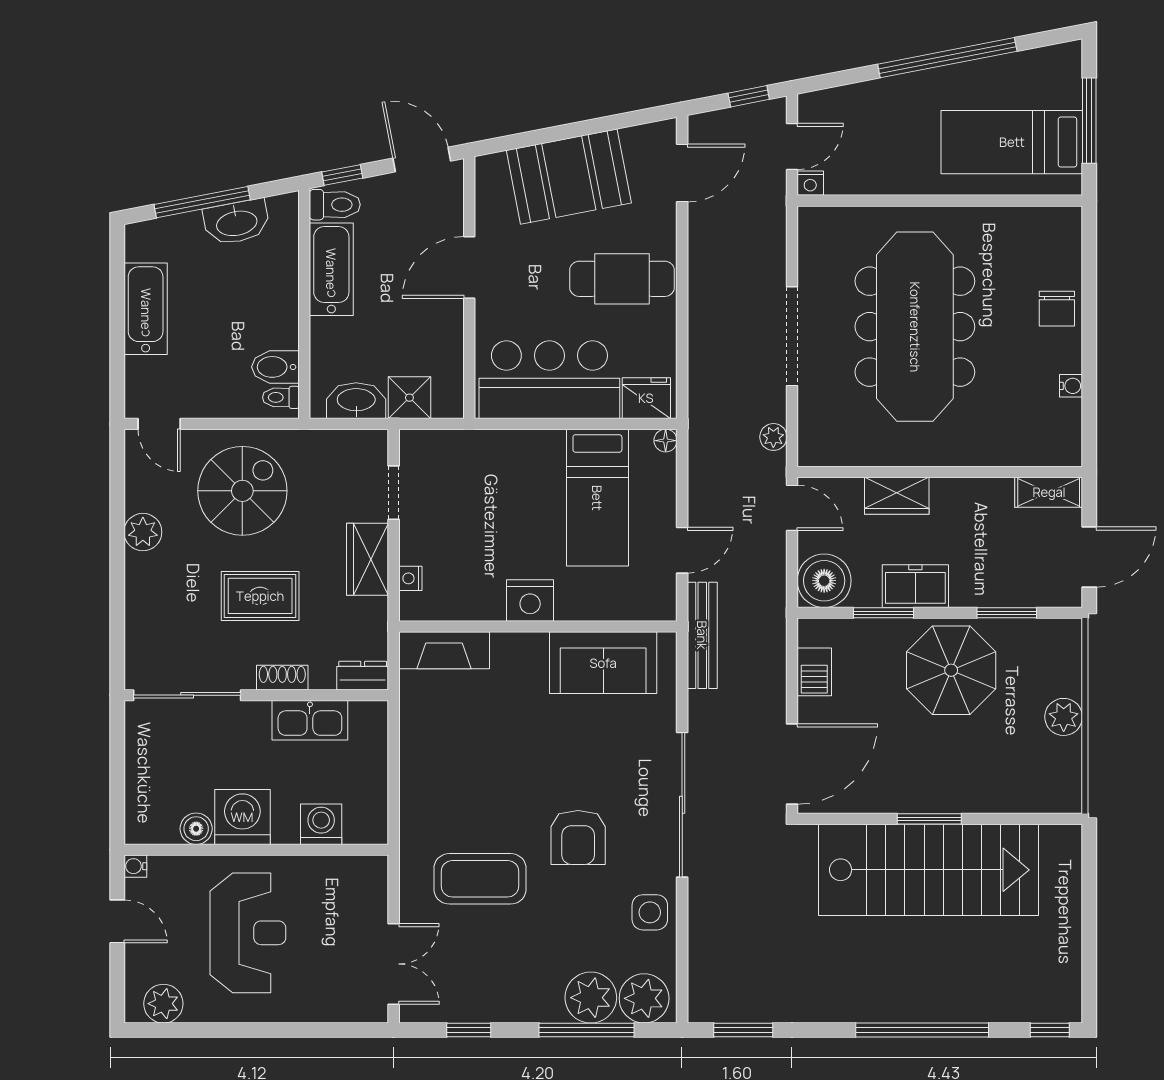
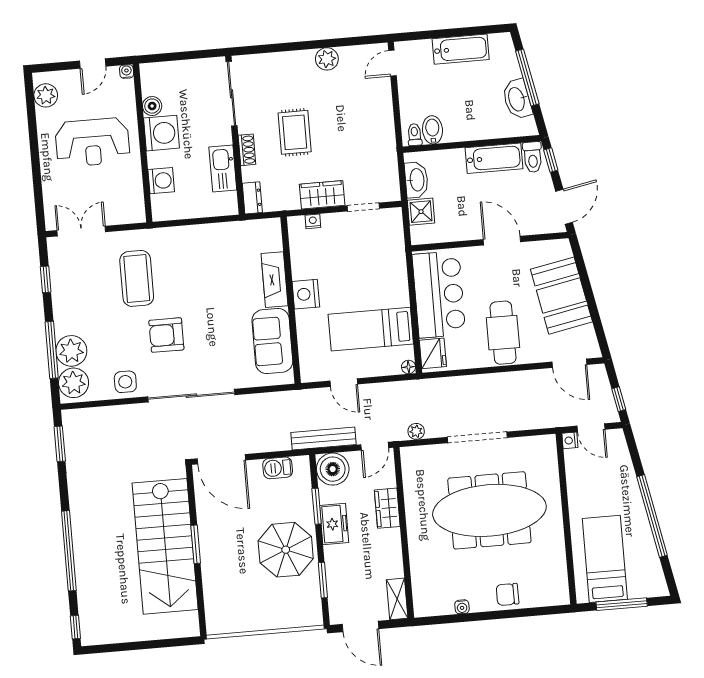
spiral stairs: (242, 491) -> (357, 116), removed
bench: (702, 635) -> (323, 438), moved
fireplace: (444, 650) -> (275, 280), moved
plant: (1064, 717) -> (263, 619), removed
double door: (394, 964) -> (81, 231), swing flipped

